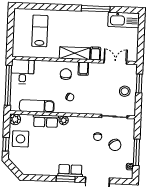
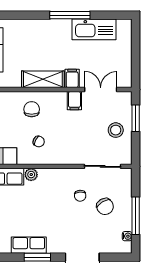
kitchen sink: (124, 20) -> (94, 29), moved
filing cabinet: (83, 69) -> (74, 101), moved
row of seats: (70, 171) -> (29, 245), moved

